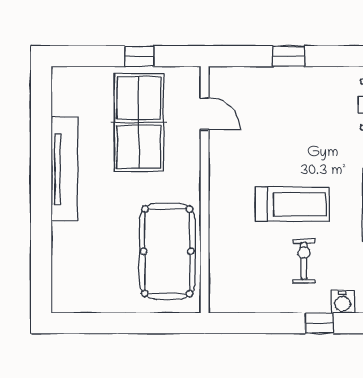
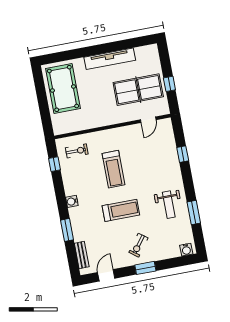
pool table: (167, 251) -> (63, 88), moved, turned 90
exercise bike: (304, 261) -> (77, 151), moved
window: (320, 323) -> (55, 164), moved

